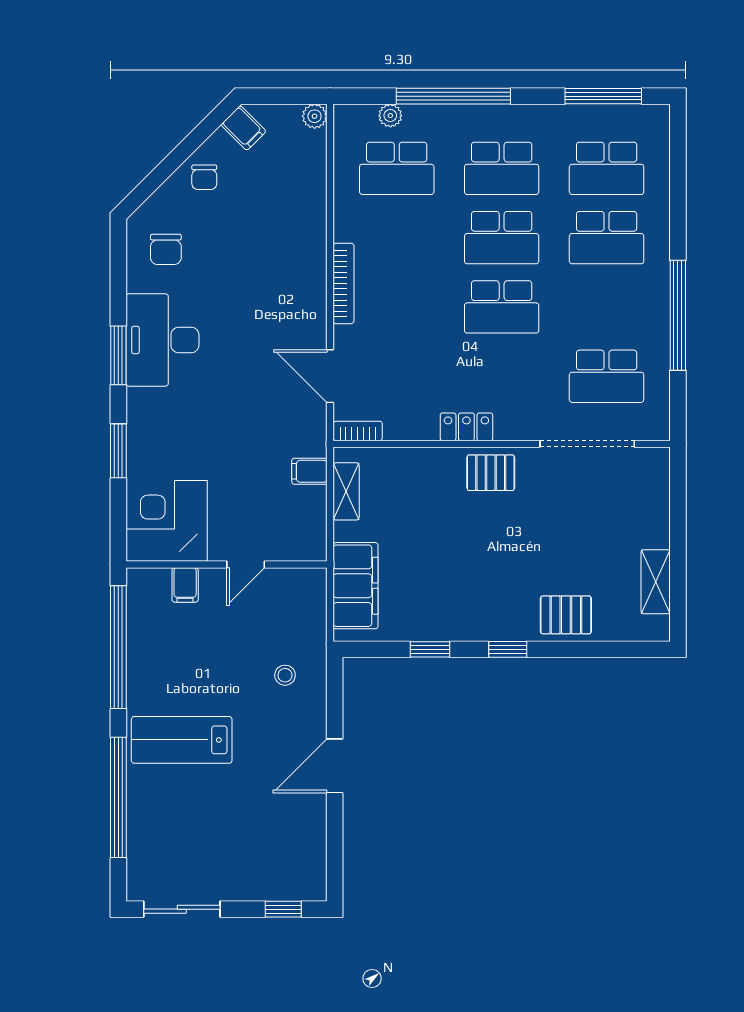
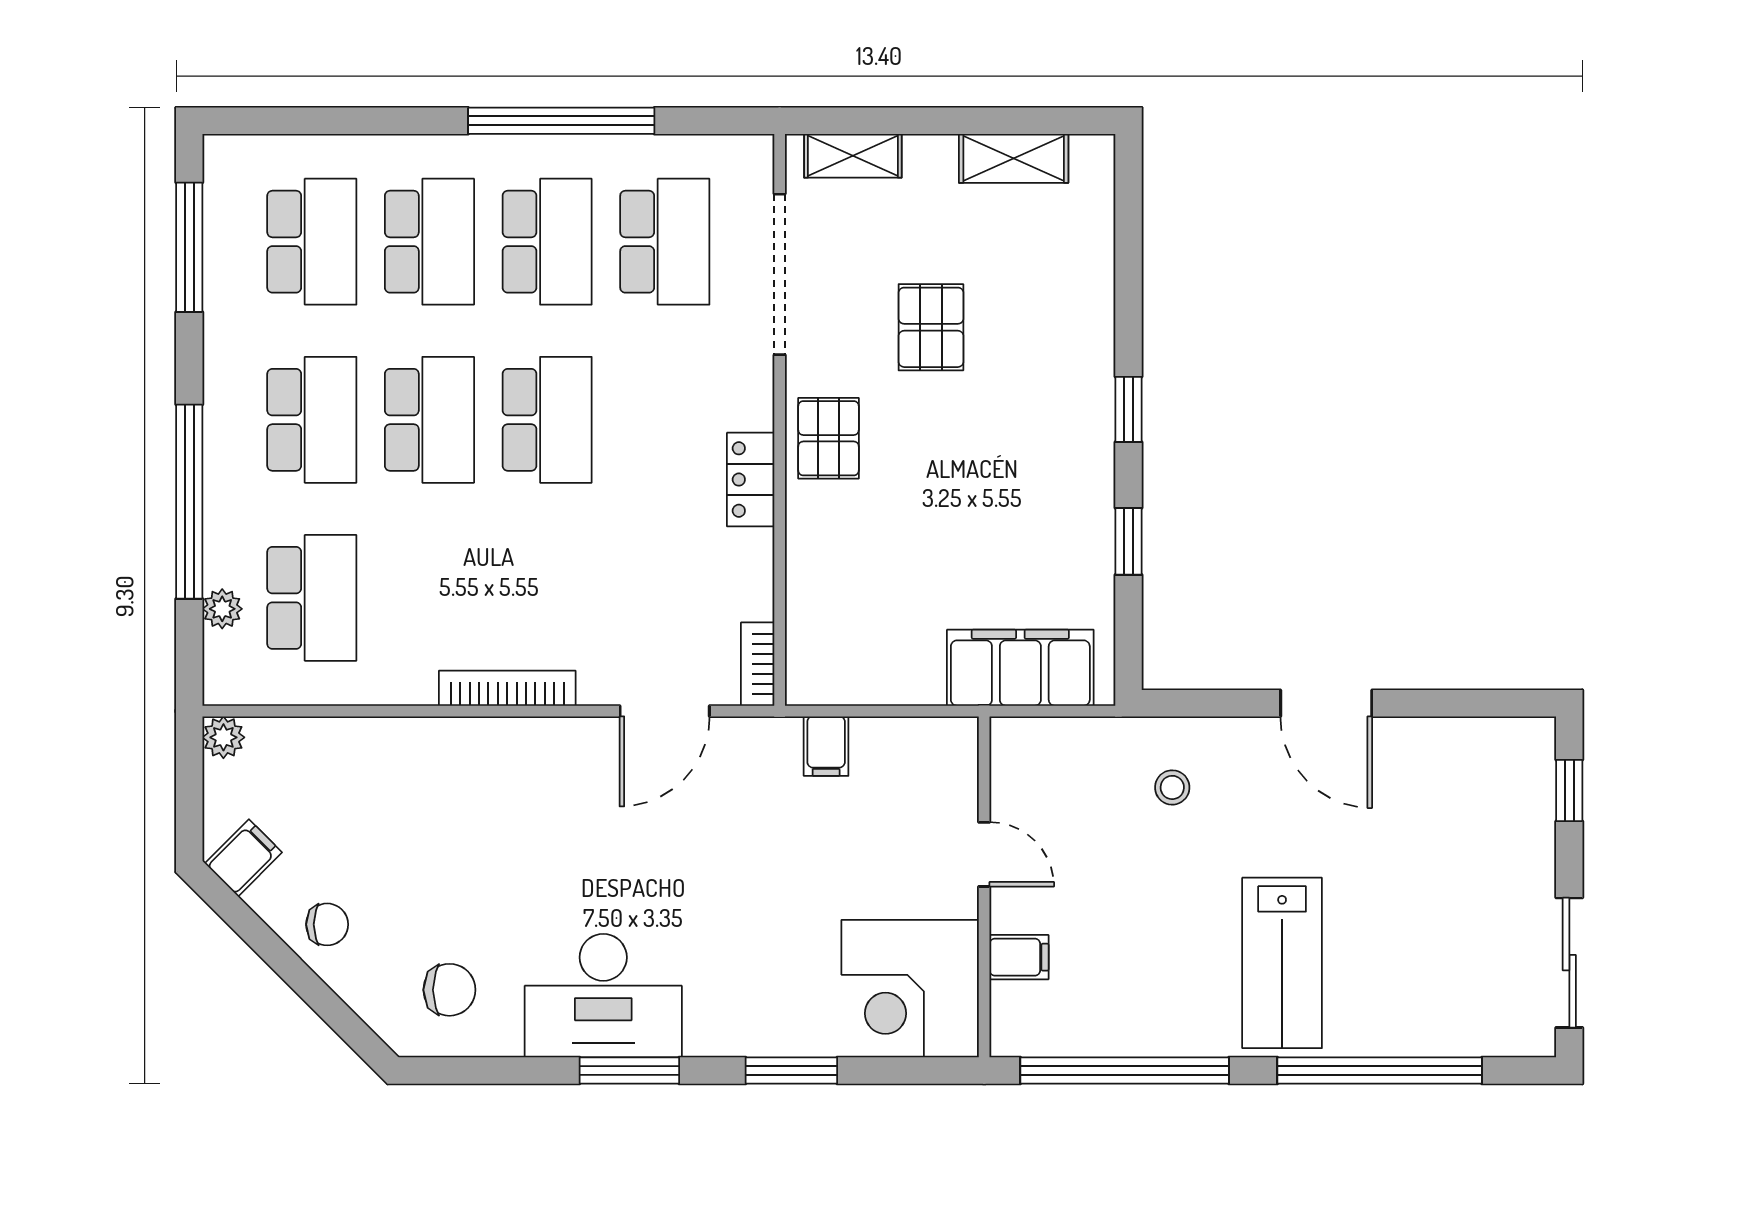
school desk: (607, 307) -> (547, 242), added
shelving: (346, 491) -> (853, 156), moved
pallet: (566, 615) -> (931, 327), moved

